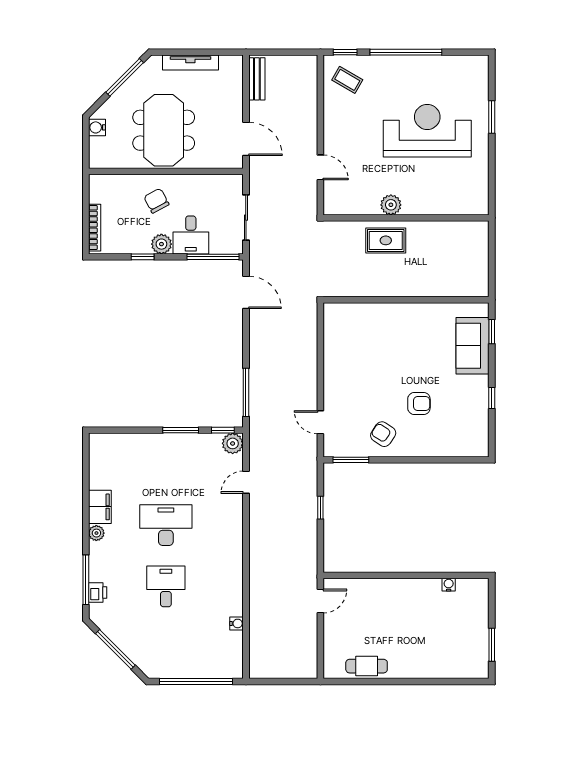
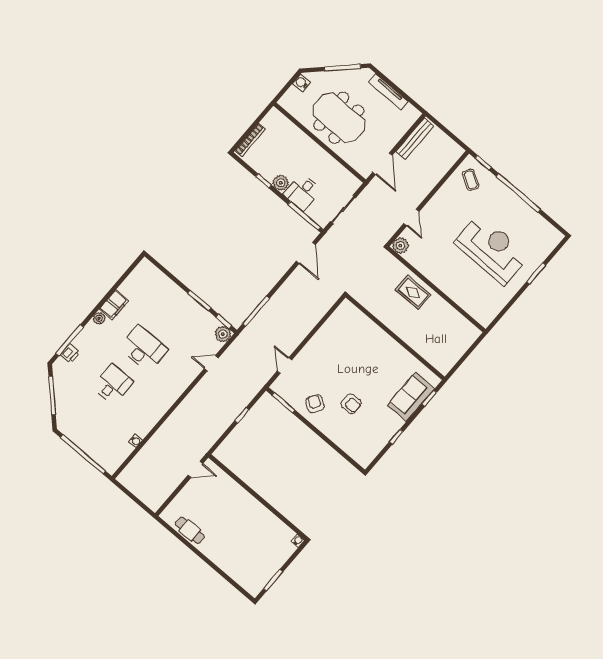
bench: (257, 79) -> (415, 139), width x1.36
meeting table: (164, 130) -> (339, 118), turned 90
chair: (156, 201) -> (299, 155), removed
plant: (391, 205) -> (400, 246), moved
water cooler: (449, 585) -> (298, 541), moved

